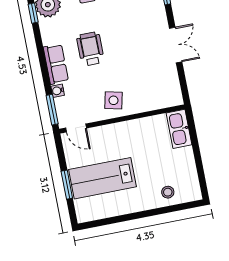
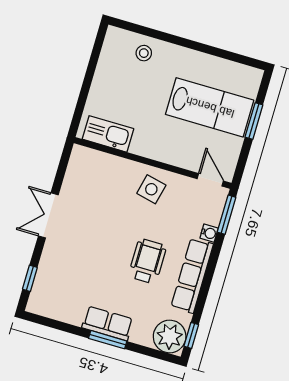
wheelchair: (90, 49) -> (147, 261), turned 180
row of seats: (56, 64) -> (192, 276), width x1.48
kitchen sink: (179, 129) -> (108, 134), moved, turned -90

